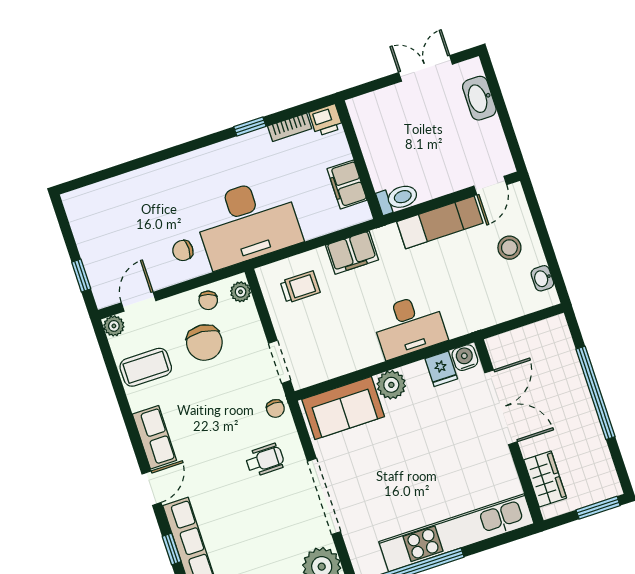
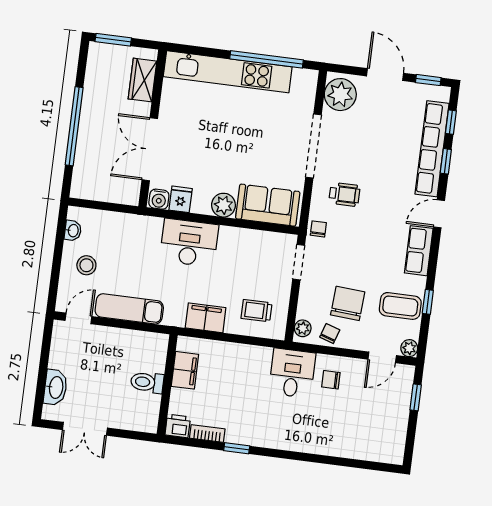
toilet: (398, 198) -> (147, 382), moved
desk: (247, 222) -> (292, 373), width x0.53, depth x0.77
chair: (183, 250) -> (331, 380), turned 180
window: (118, 386) -> (428, 302), added
wheelchair: (265, 460) -> (344, 194), turned 180

